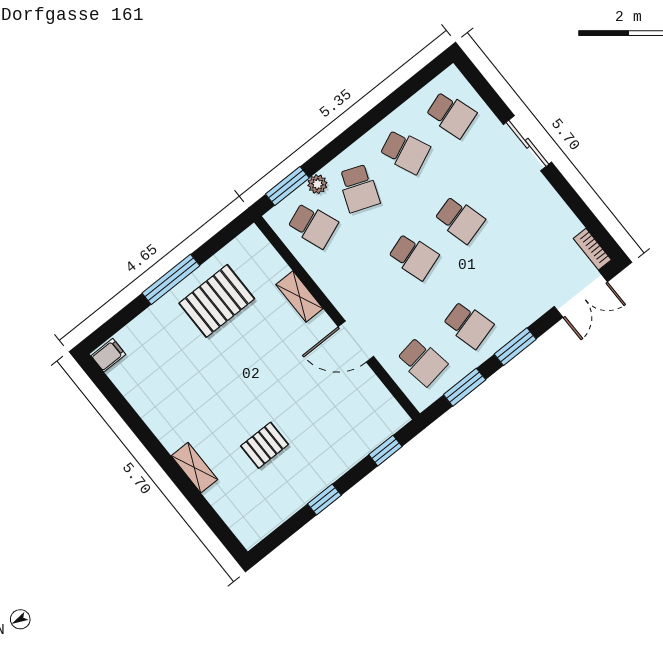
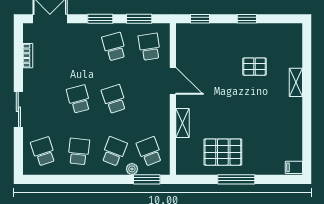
school desk: (405, 151) -> (79, 151), turned 30
bookcase: (592, 249) -> (28, 56), moved

